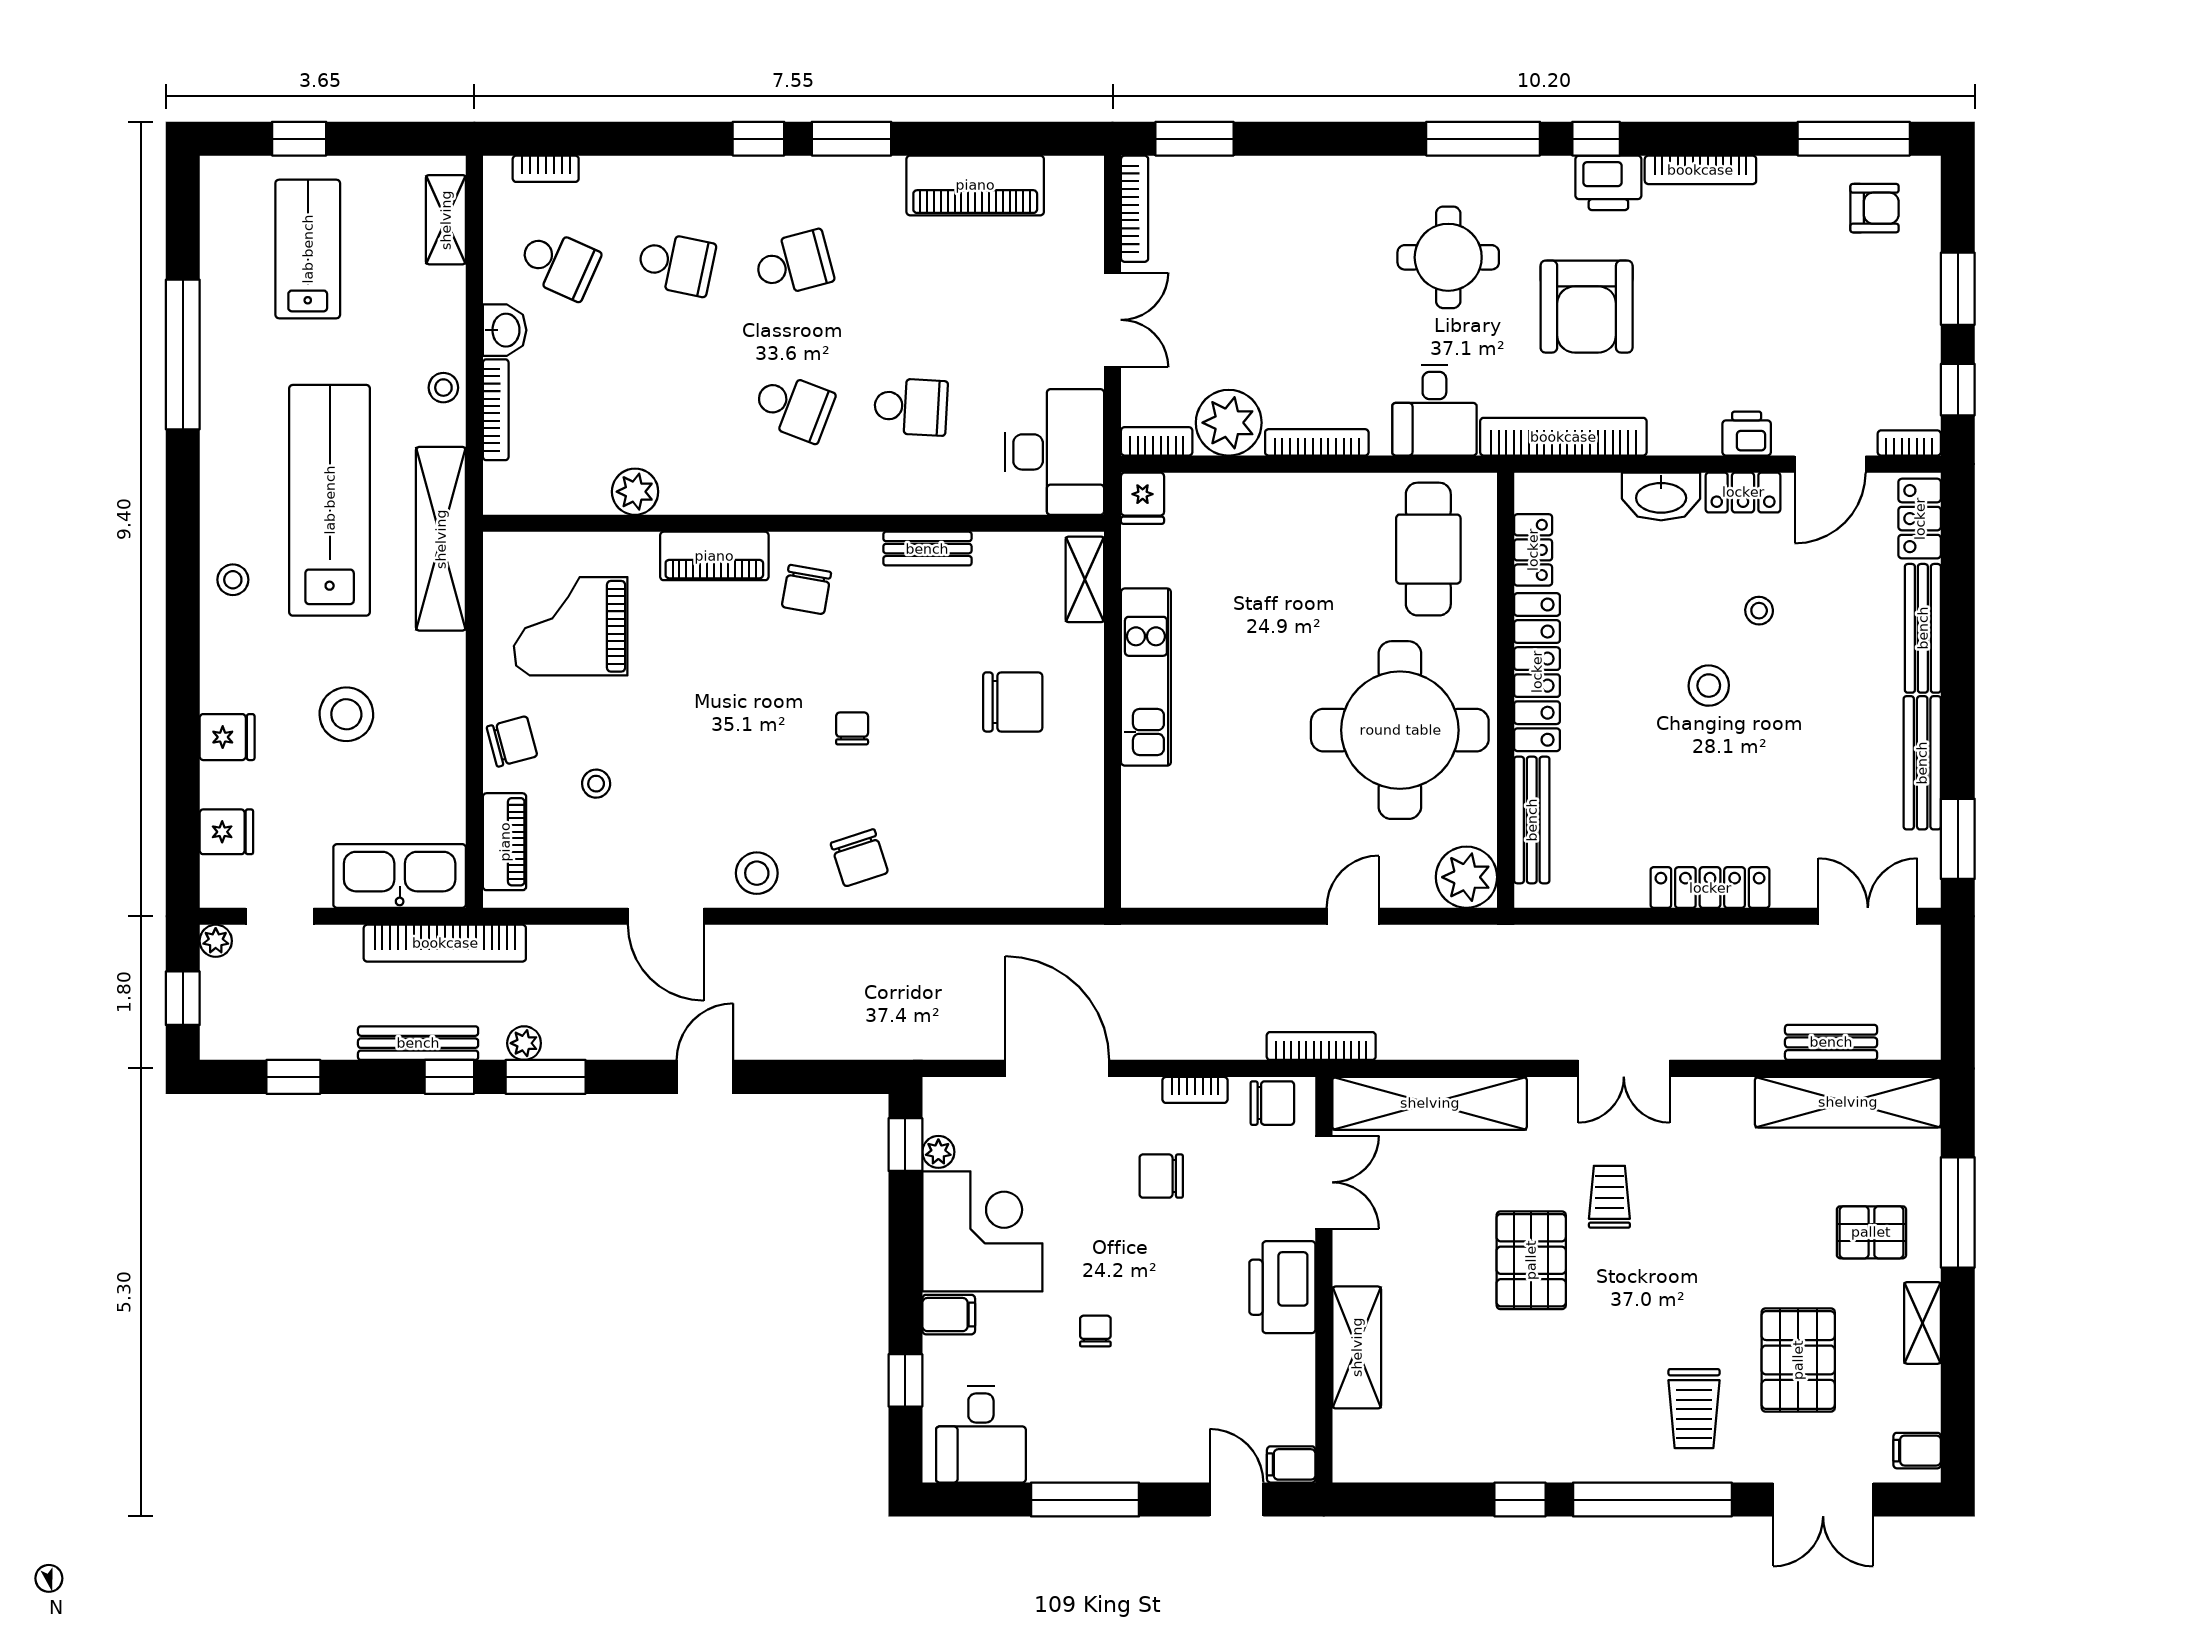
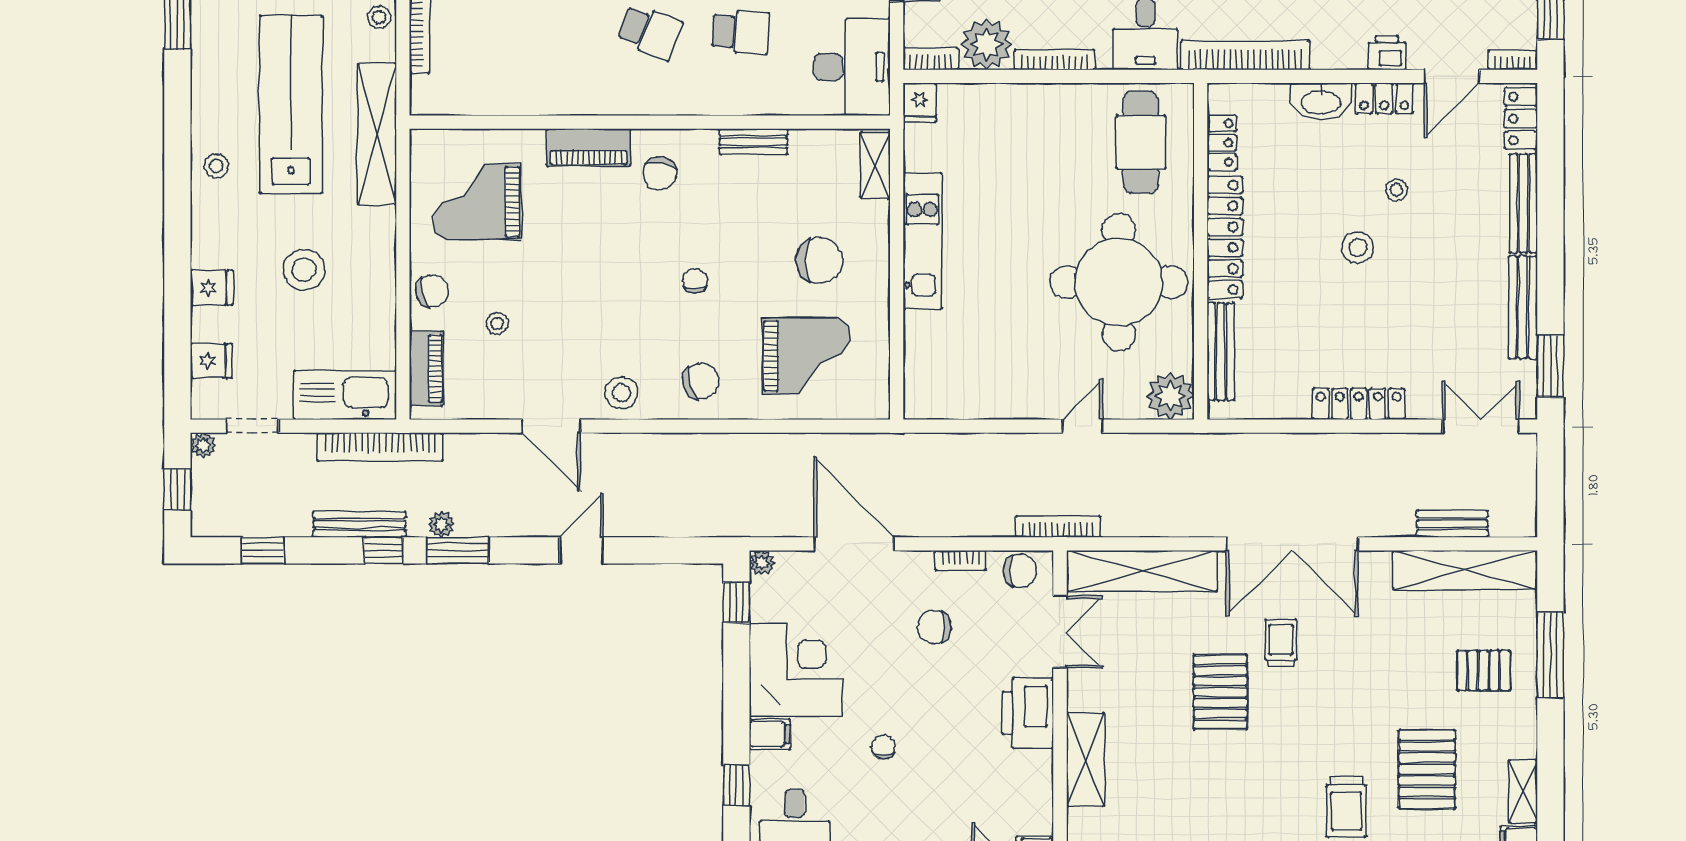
plant: (635, 492) -> (527, 98), removed
grand piano: (996, 826) -> (806, 356), added
chair: (859, 858) -> (701, 381), turned -88
double door: (1624, 1068) -> (1292, 544), width x1.87
plant: (938, 1152) -> (762, 563), moved
shelving: (1922, 1323) -> (1523, 791), moved

